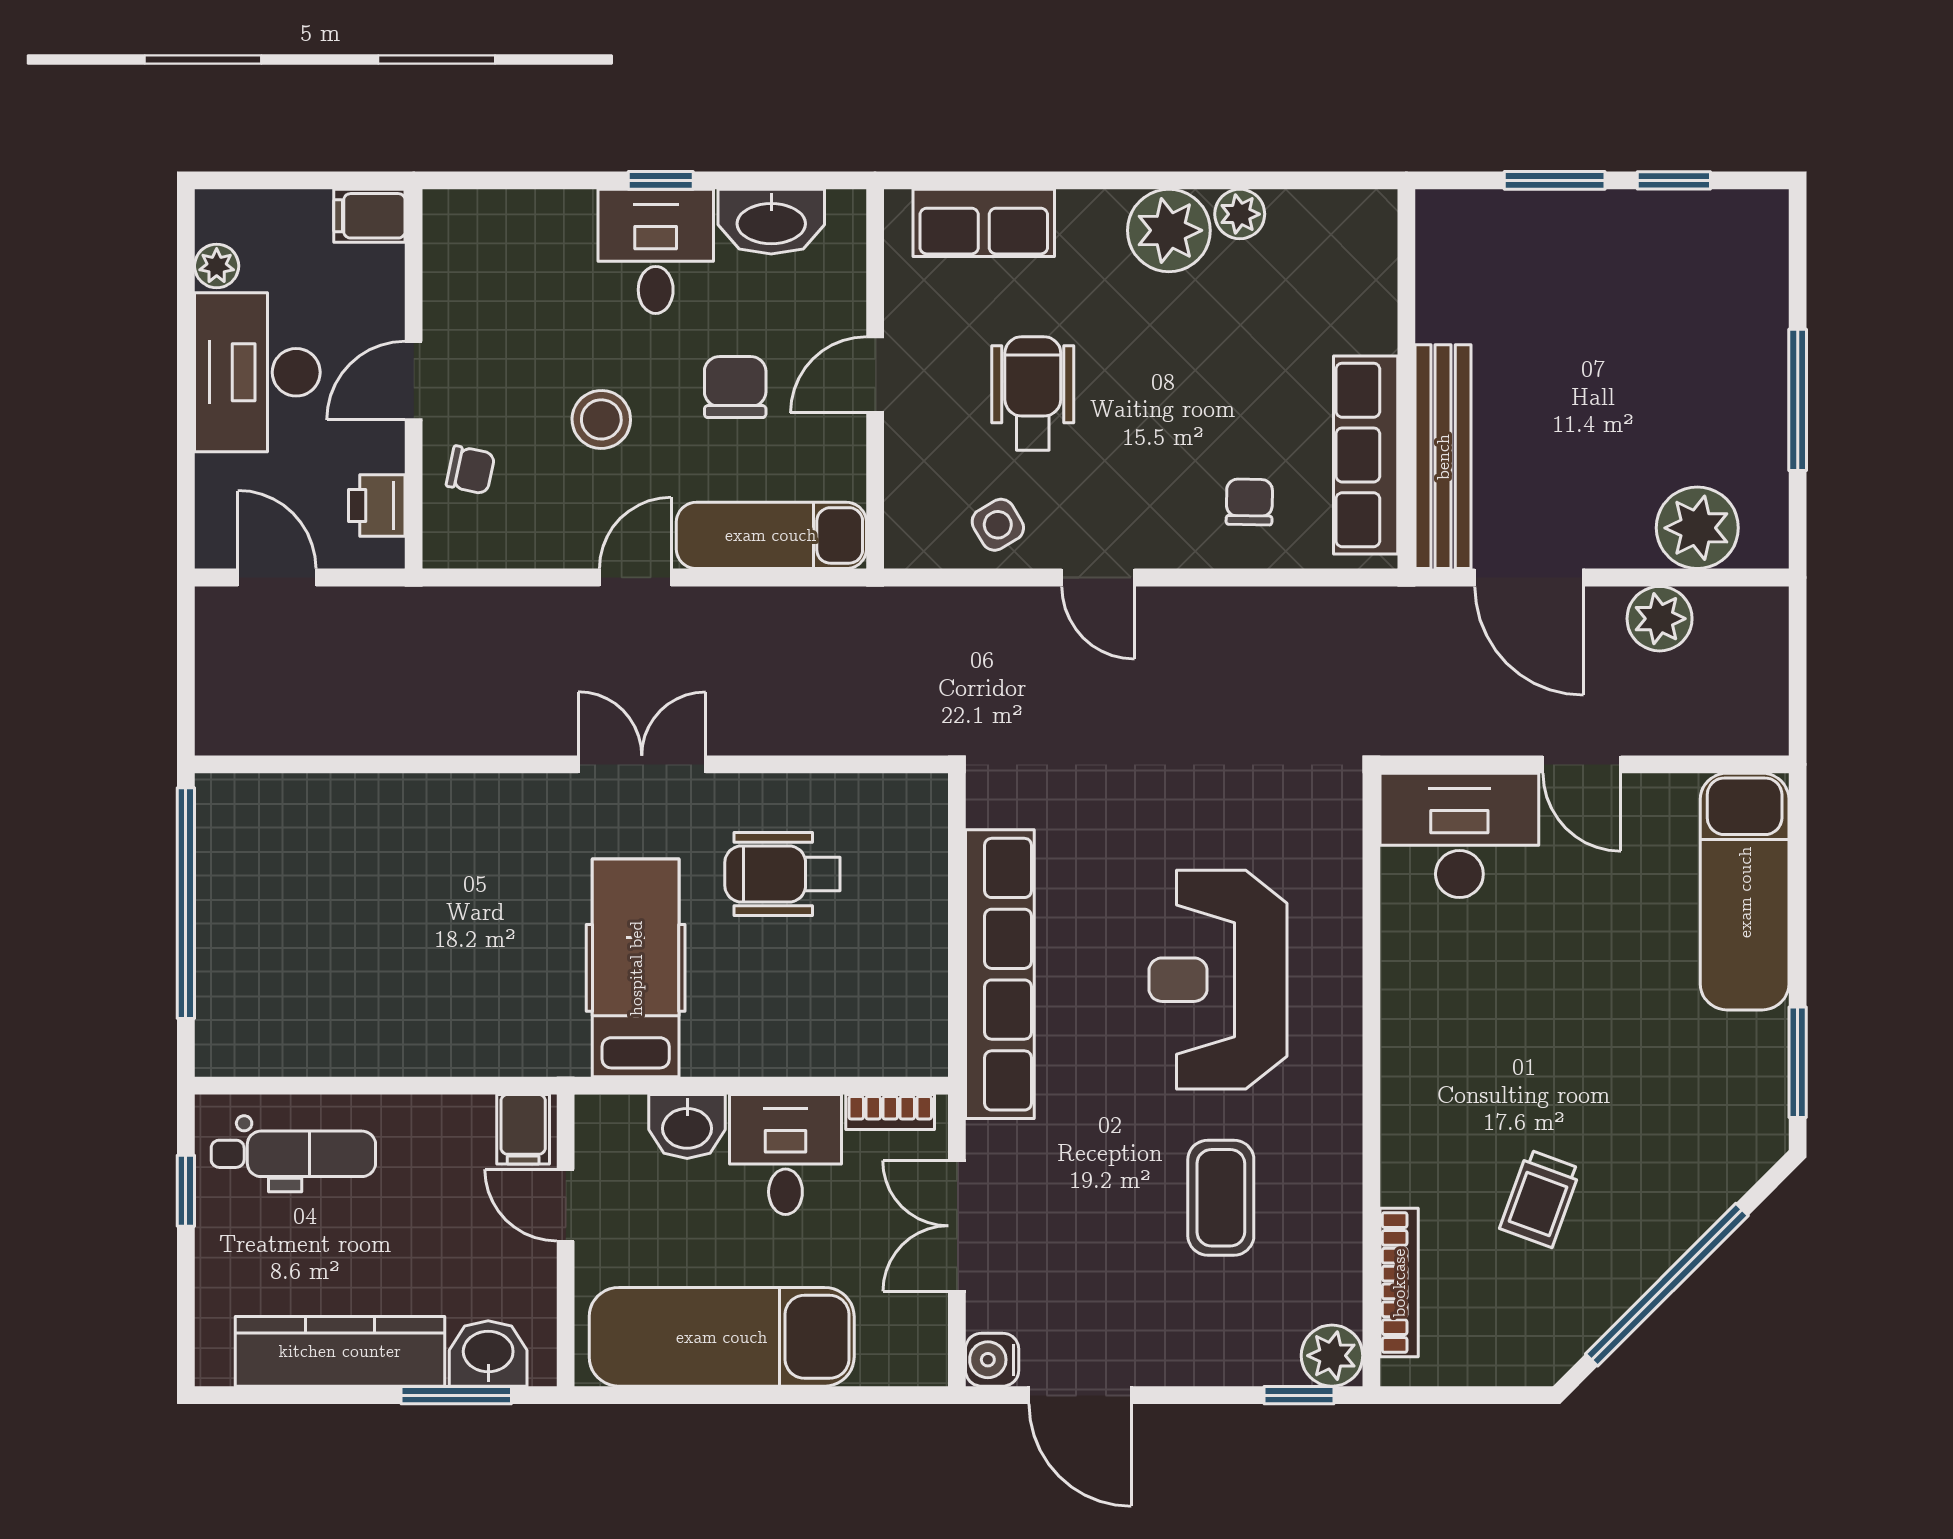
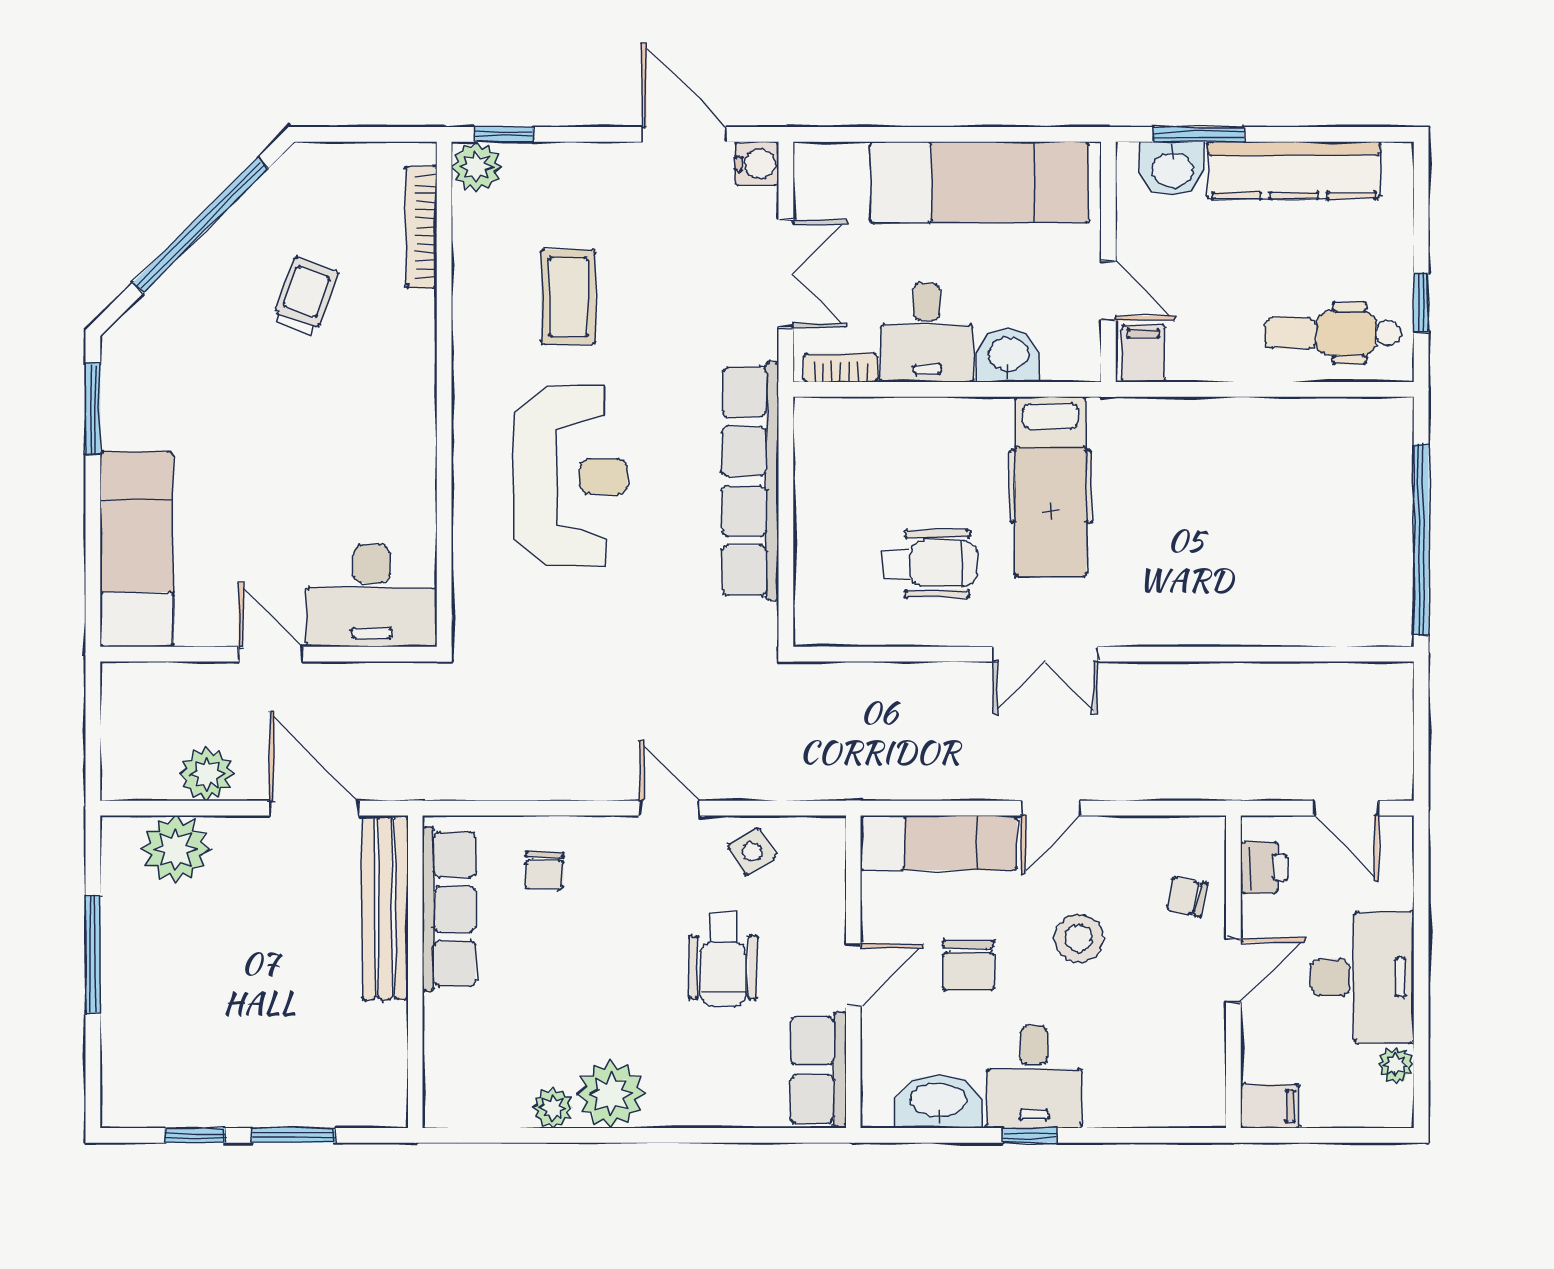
row of seats: (984, 223) -> (818, 1070), moved, turned -90

